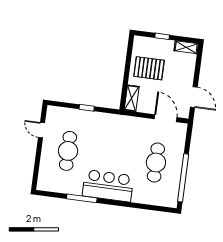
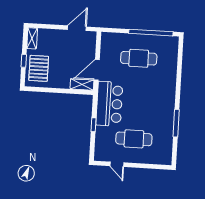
pallet: (149, 68) -> (39, 68), moved
door: (166, 118) -> (97, 70), moved
door: (41, 130) -> (117, 164), hinge flipped
bar counter: (108, 186) -> (109, 104), moved, turned 180

